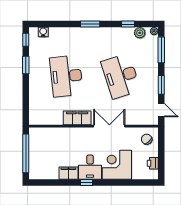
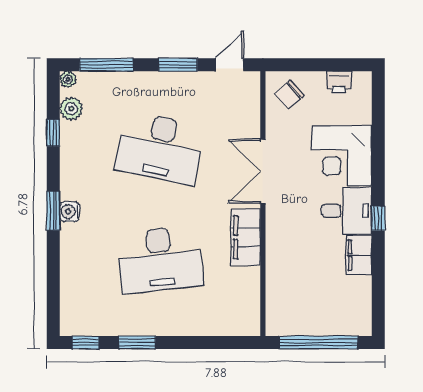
water cooler: (43, 32) -> (70, 212), moved
desk: (121, 76) -> (160, 148), turned 30

